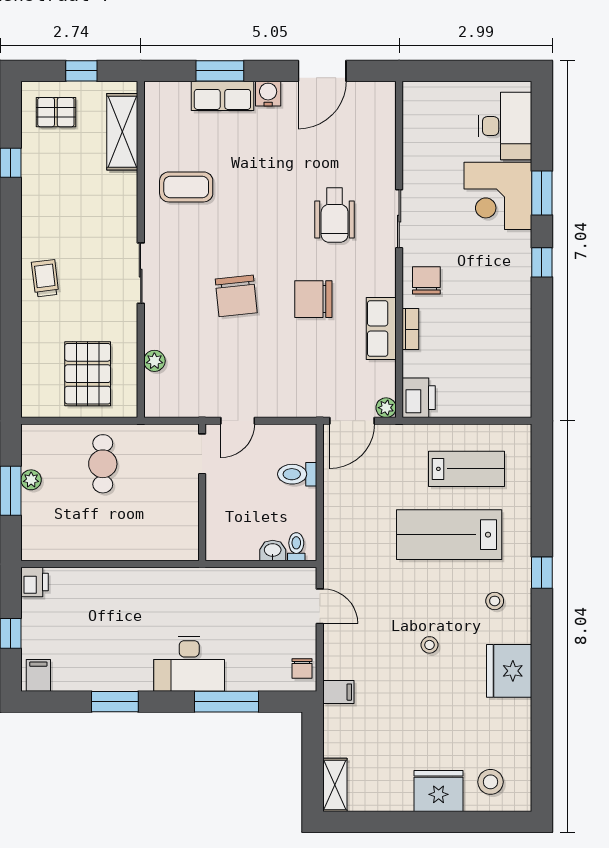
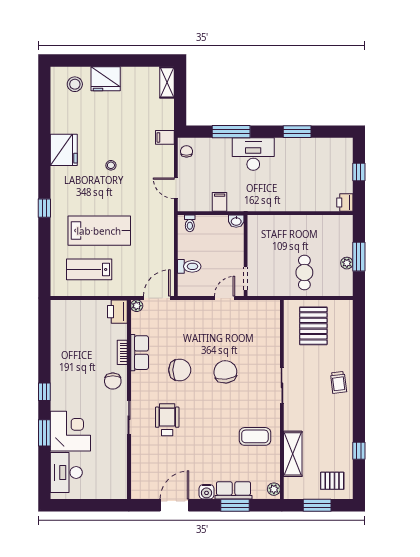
window: (81, 71) -> (317, 505), width x1.50
shelving: (122, 132) -> (293, 454), moved
plant: (154, 361) -> (274, 489), moved
washbasin: (273, 551) -> (236, 221), moved
stool: (495, 601) -> (72, 191), removed
filing cabinet: (38, 675) -> (220, 202), moved, turned 180

